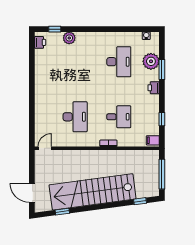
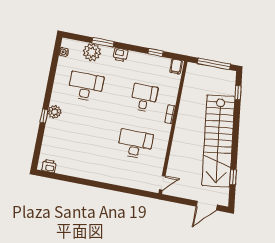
window: (55, 29) -> (44, 116), moved
plant: (69, 38) -> (55, 112), moved
door: (45, 148) -> (162, 183), swing flipped

